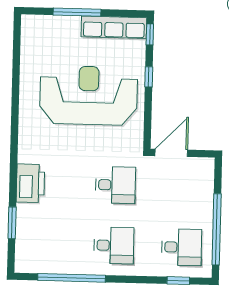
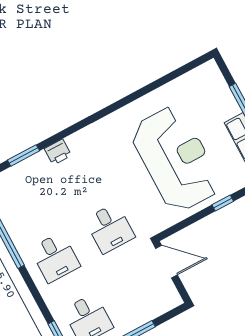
printer: (30, 183) -> (58, 152), width x0.53, depth x0.68

